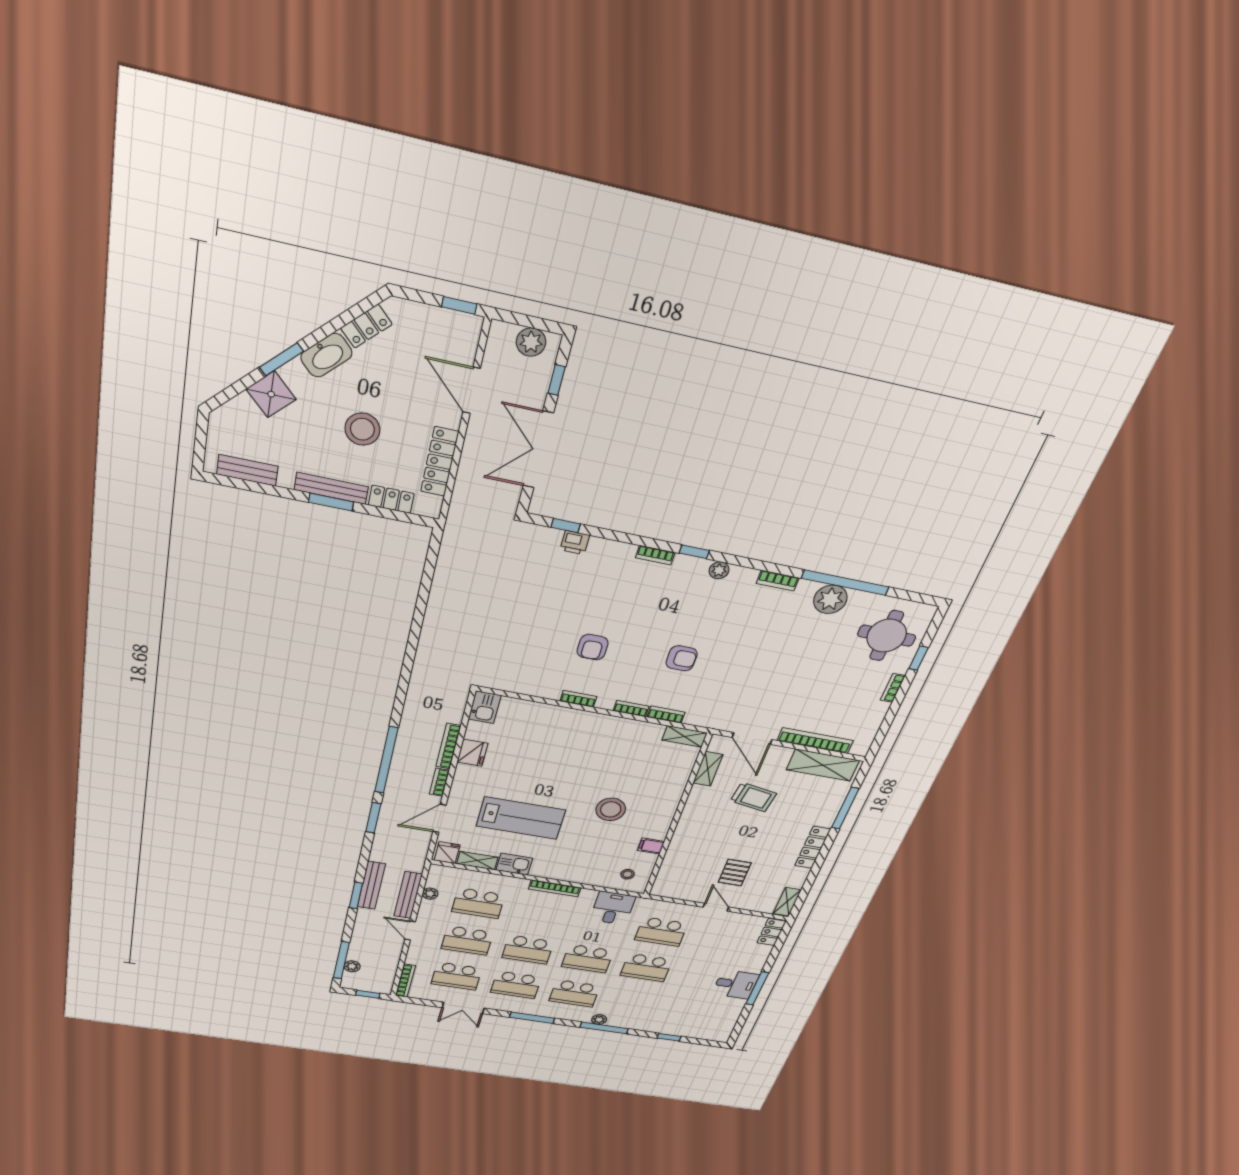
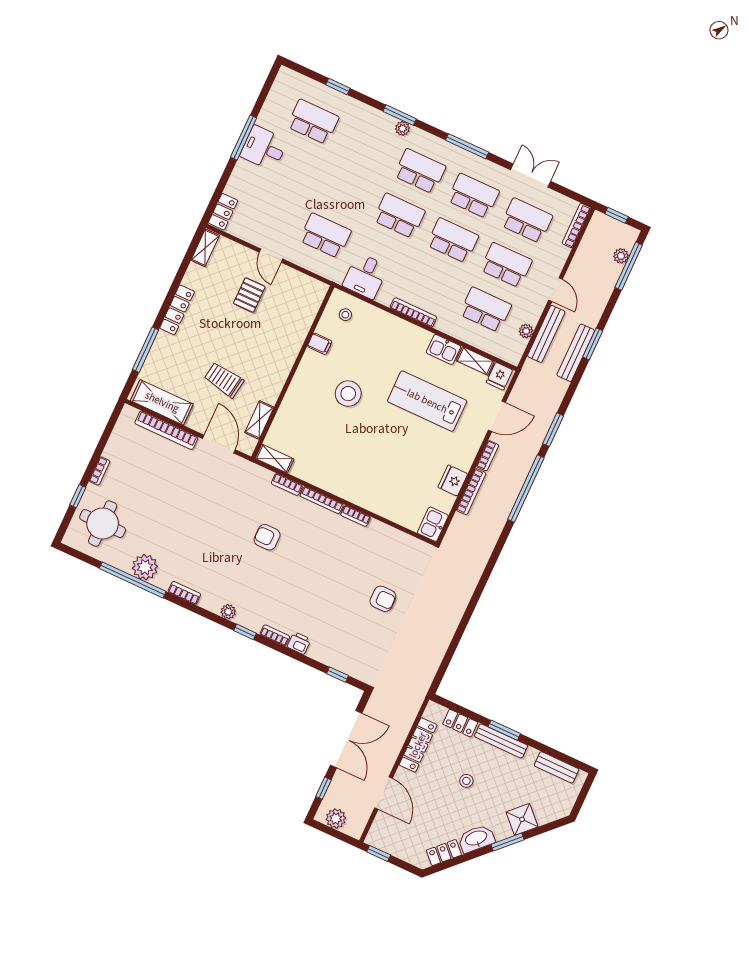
stool: (362, 429) -> (466, 781), width x0.53, depth x0.53
printer: (575, 543) -> (299, 643), moved
armchair: (593, 647) -> (383, 599), moved, turned 90
bookcase: (631, 709) -> (322, 500), width x1.56
school desk: (646, 967) -> (313, 122), moved
window: (604, 1028) -> (400, 115), width x0.69

